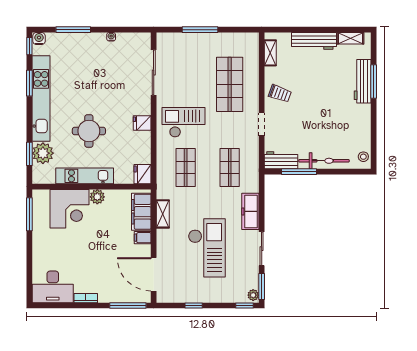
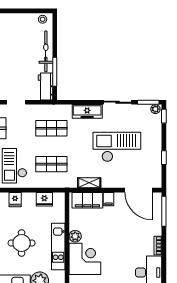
fridge: (143, 174) -> (44, 199), moved
door: (154, 274) -> (139, 190), hinge flipped

